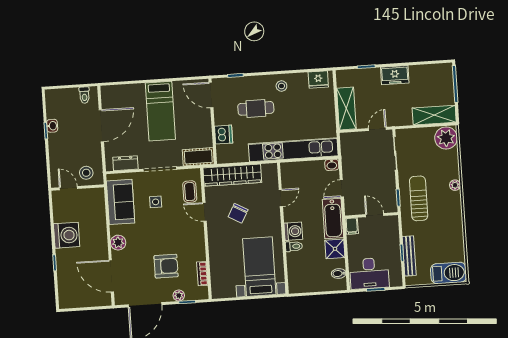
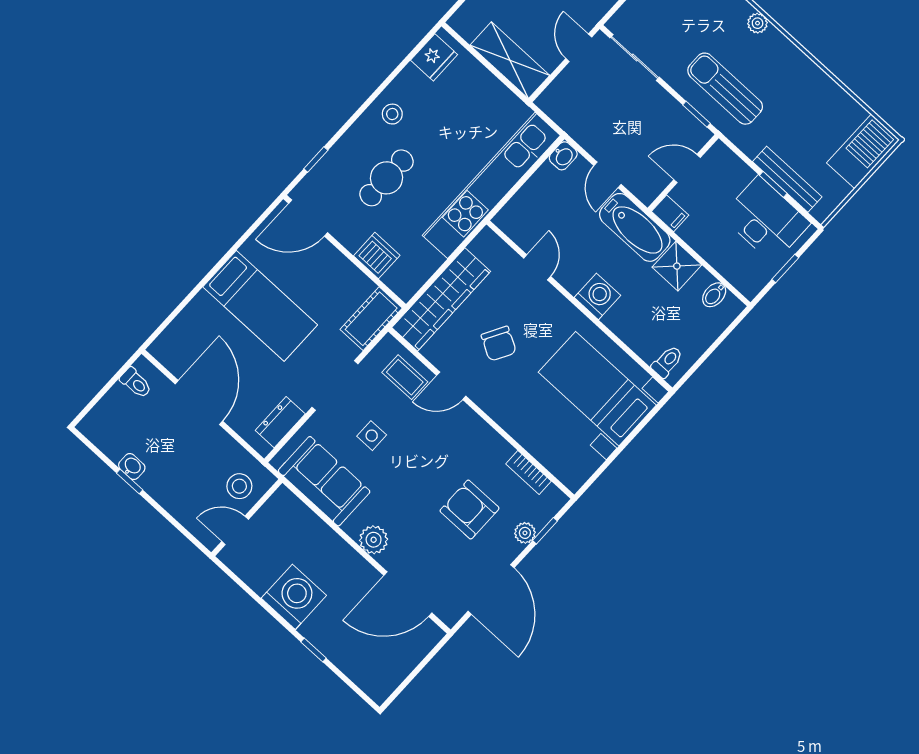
toilet: (294, 246) -> (667, 362), moved
armchair: (166, 266) -> (469, 510), turned -90
desk: (369, 273) -> (766, 220), moved, turned -90

